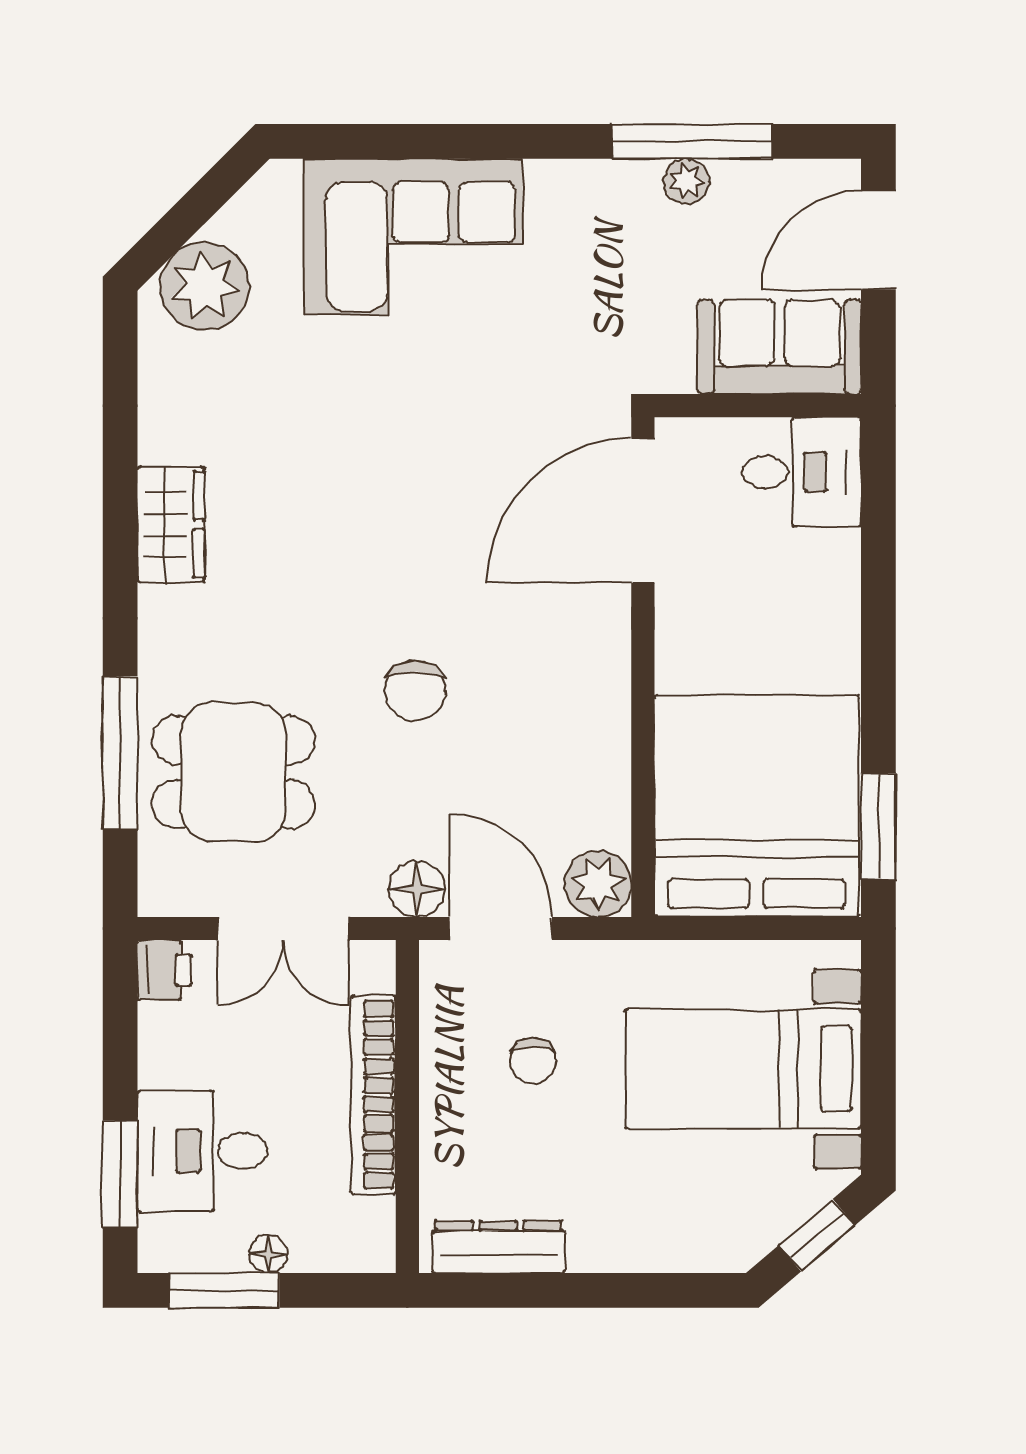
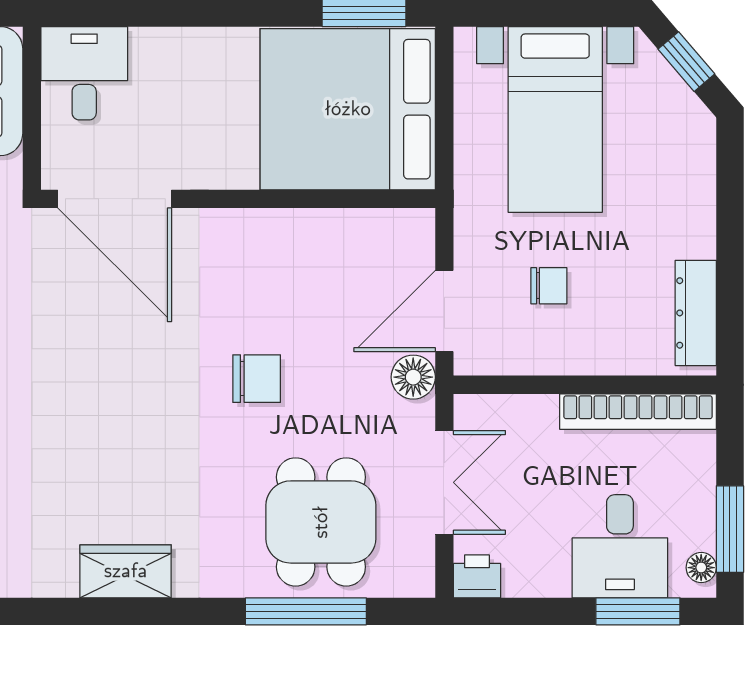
plant: (598, 884) -> (409, 234), removed
bookcase: (373, 1095) -> (638, 412), moved
floor lamp: (268, 1254) -> (701, 568), moved

